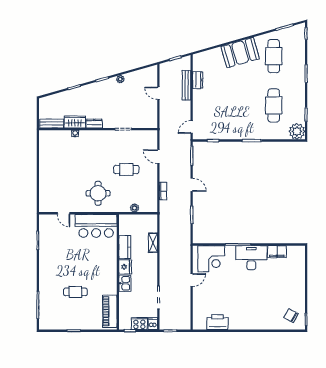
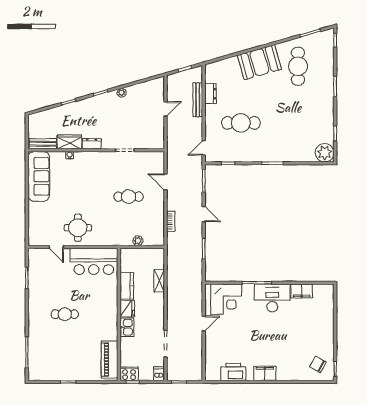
door: (158, 93) -> (165, 109), swing flipped
cafe table: (274, 105) -> (241, 123), moved, turned 90
sofa: (48, 152) -> (39, 176), added
round table: (98, 193) -> (78, 228), moved
cafe table: (75, 292) -> (65, 314), moved
filing cabinet: (245, 323) -> (265, 373), added
cooker: (139, 324) -> (129, 374), moved

